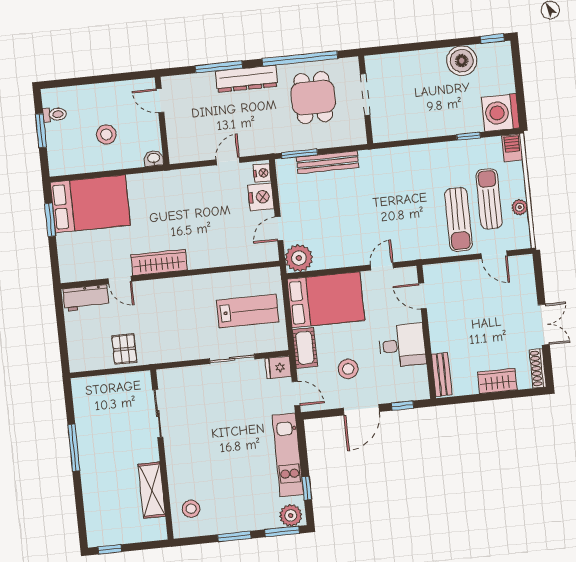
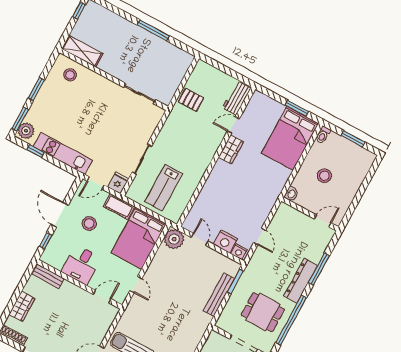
toilet: (55, 114) -> (323, 135), moved
wardrobe: (159, 262) -> (231, 149), width x0.67
shelving: (152, 490) -> (82, 51), moved

